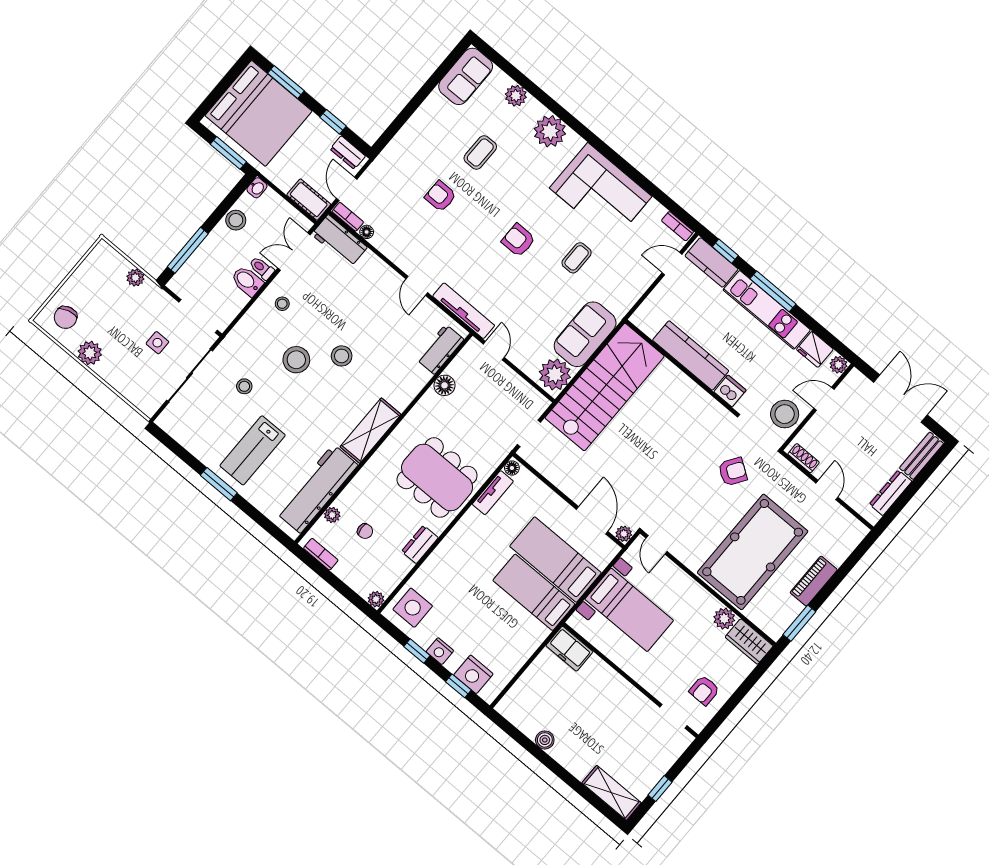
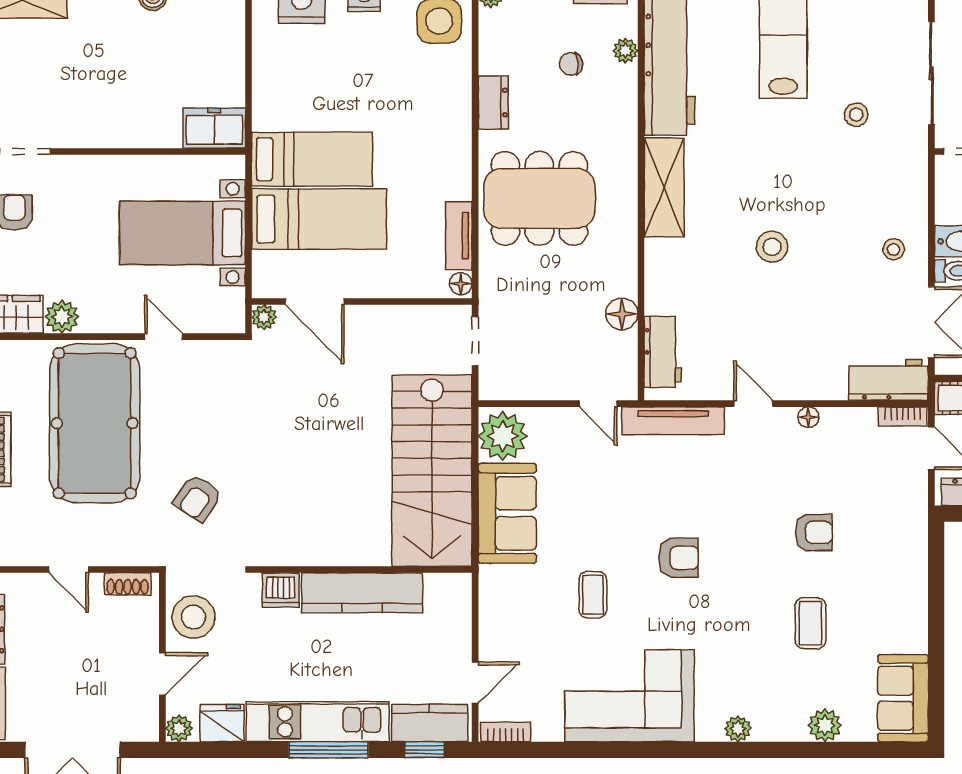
plant: (550, 131) -> (738, 729), width x0.53, depth x0.53
floor lamp: (367, 232) -> (808, 417), moved
stool: (296, 360) -> (821, 197), removed
door: (657, 545) -> (163, 337), moved

